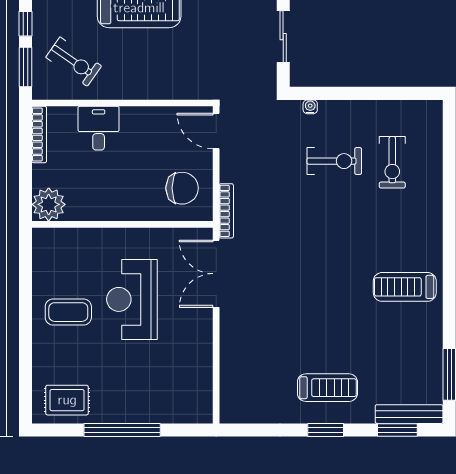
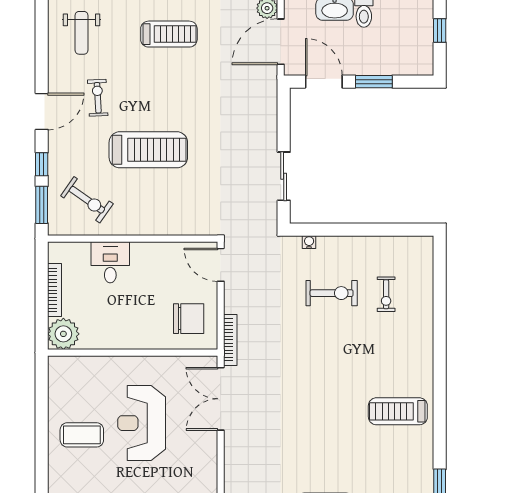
bookcase: (39, 134) -> (54, 290), moved
exercise bike: (392, 162) -> (386, 294), width x0.73, depth x0.72

